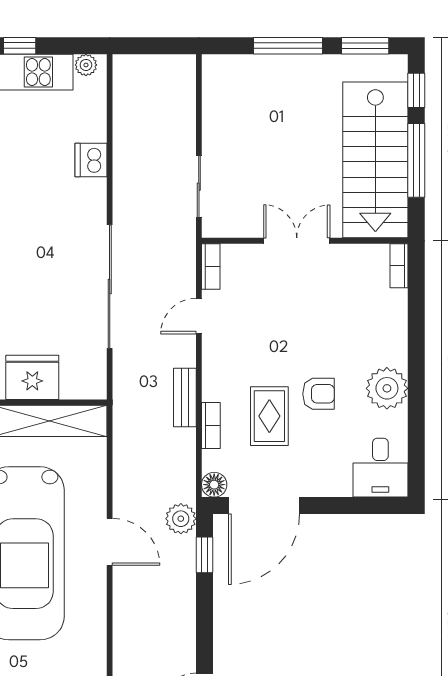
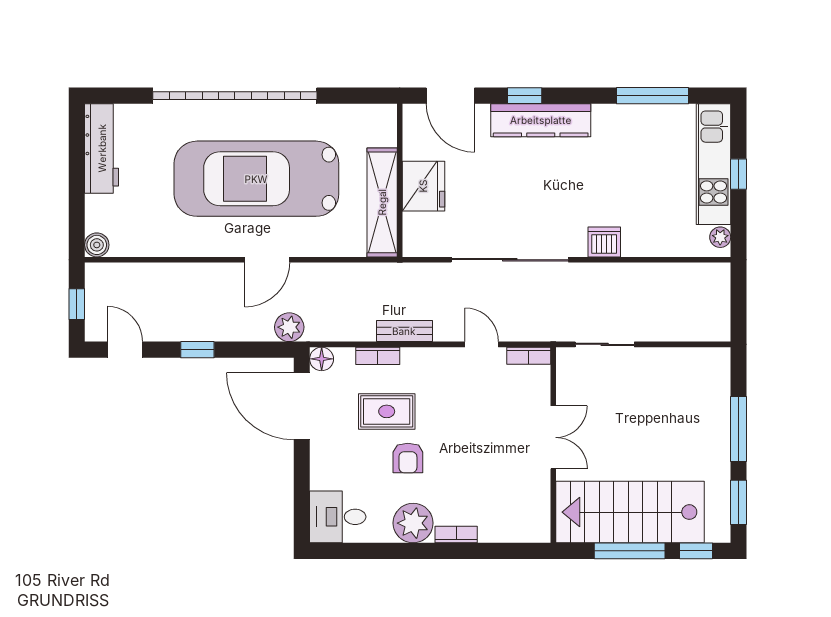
dishwasher: (91, 160) -> (604, 242), moved
bookcase: (399, 266) -> (456, 534), moved
window: (204, 555) -> (197, 350), moved

